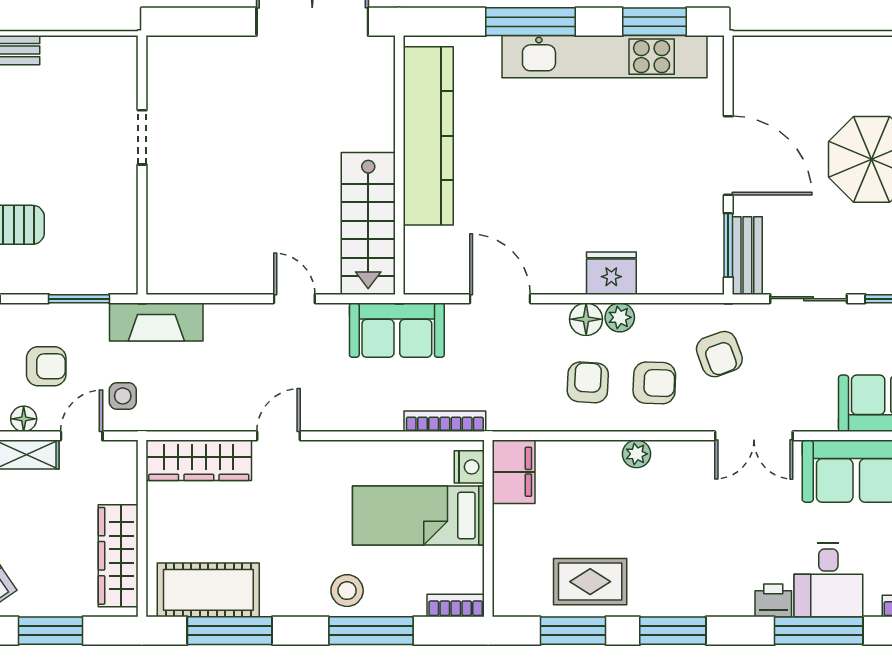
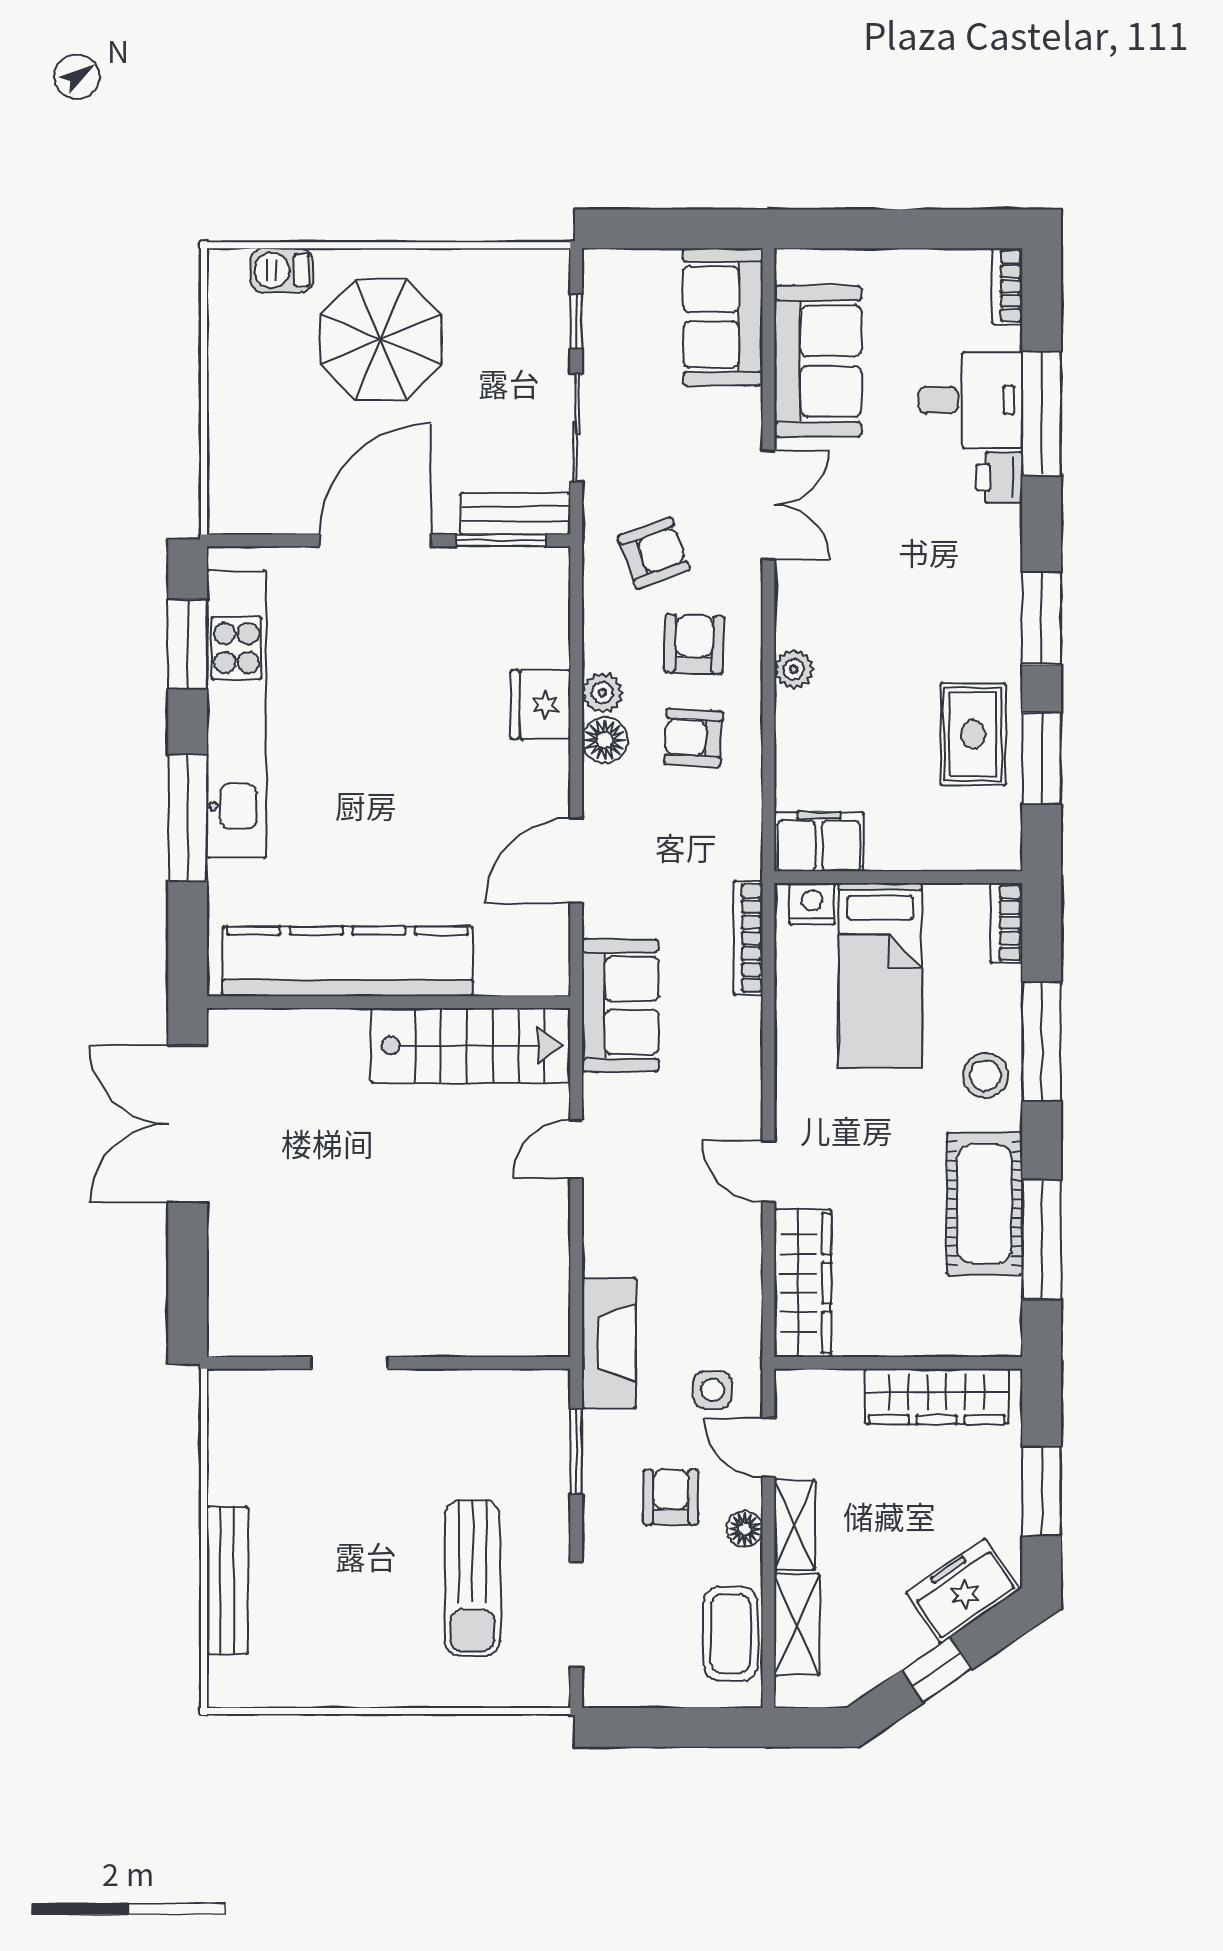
cot: (208, 590) -> (984, 1204), moved

